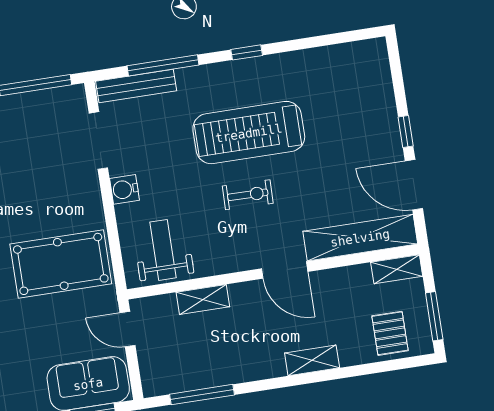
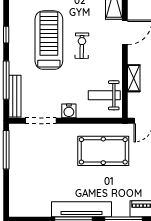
treadmill: (249, 133) -> (49, 40), turned 180
pool table: (61, 264) -> (103, 151), turned 90

